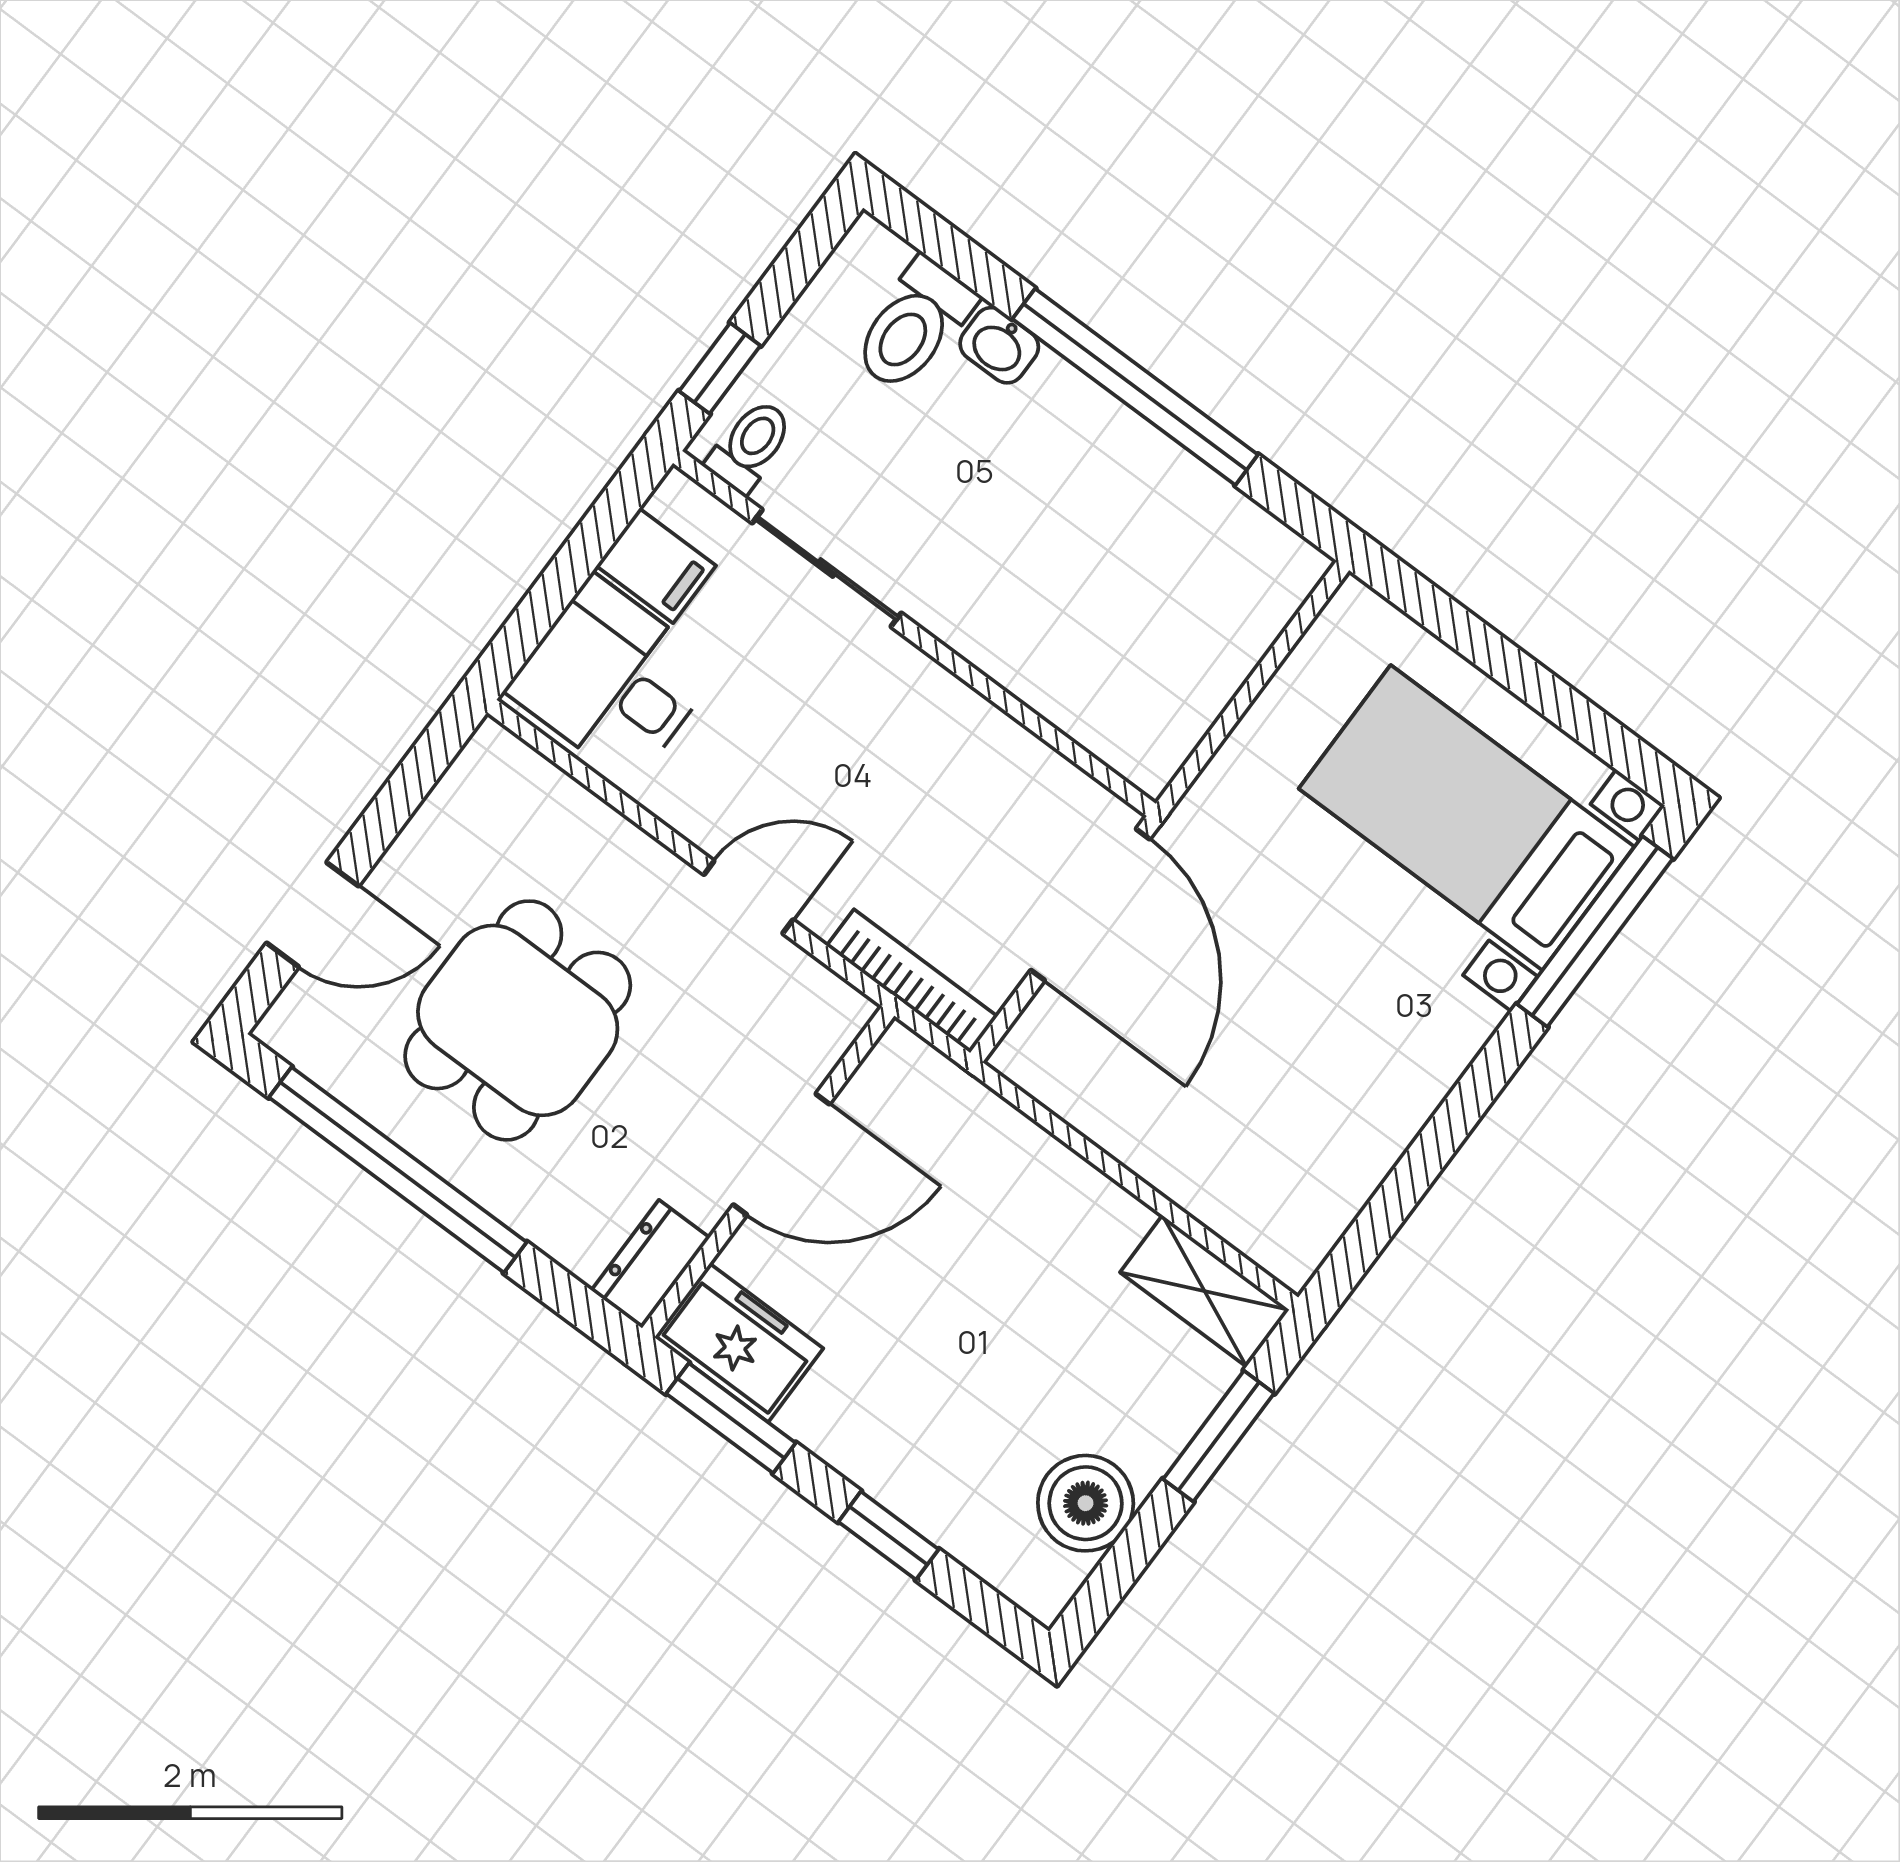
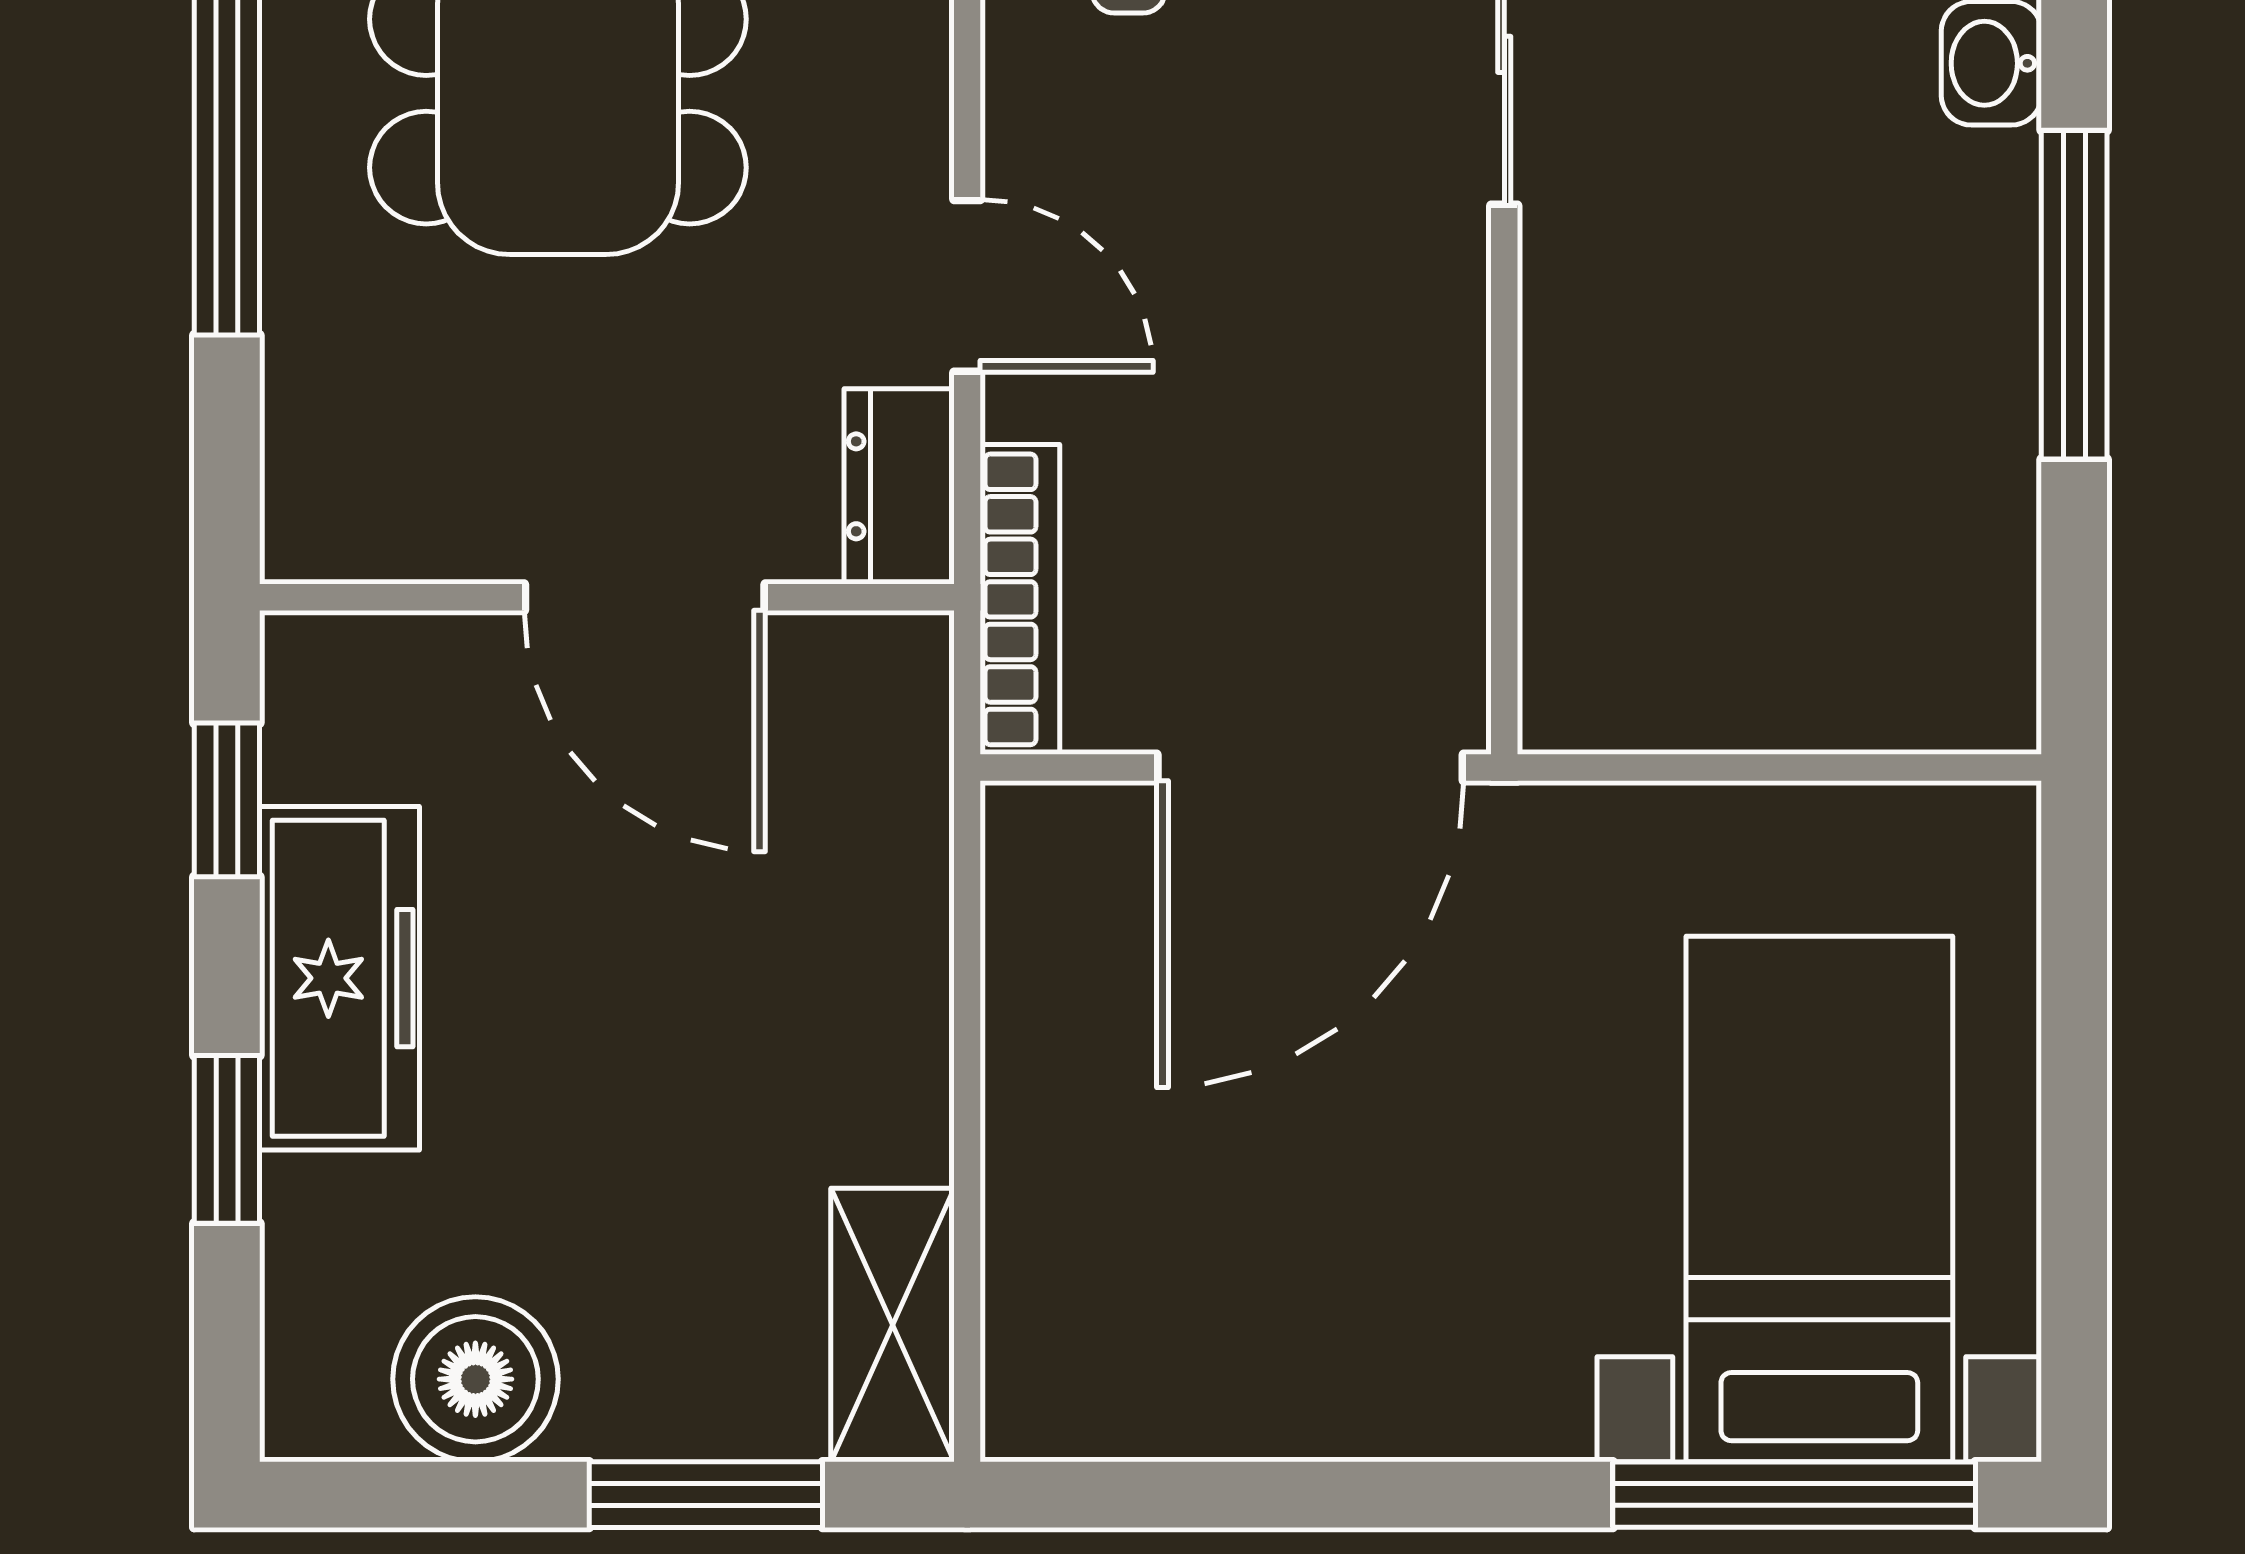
window: (1135, 387) -> (2074, 295), width x0.68
dresser: (650, 1264) -> (899, 486), moved, turned -90
freezer: (739, 1343) -> (340, 978), moved, width x1.40
window: (731, 1418) -> (227, 800), width x0.67

